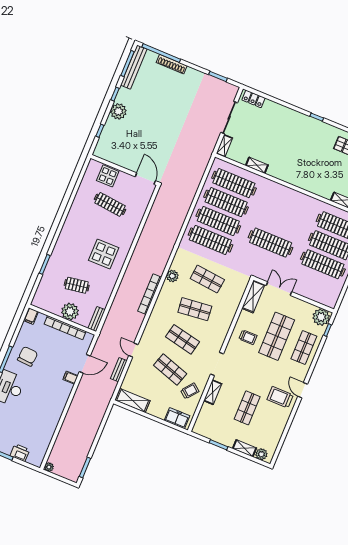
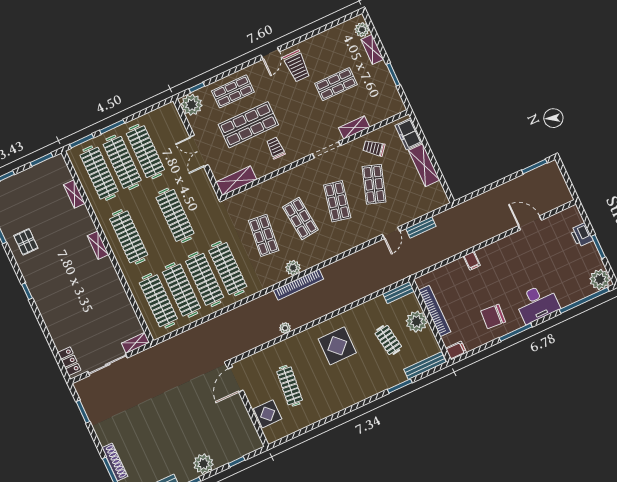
shelving: (257, 165) -> (98, 245), moved
clothes rail: (286, 205) -> (129, 237), added
double door: (279, 289) -> (199, 151), moved
bench: (41, 290) -> (425, 366), added
bookcase: (150, 294) -> (298, 285), moved
door: (85, 364) -> (530, 223), moved
shelving: (133, 401) -> (424, 165), moved
plant: (49, 467) -> (285, 328), moved

